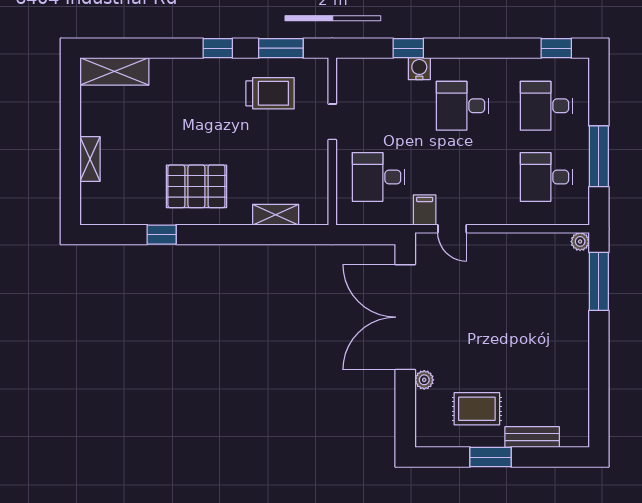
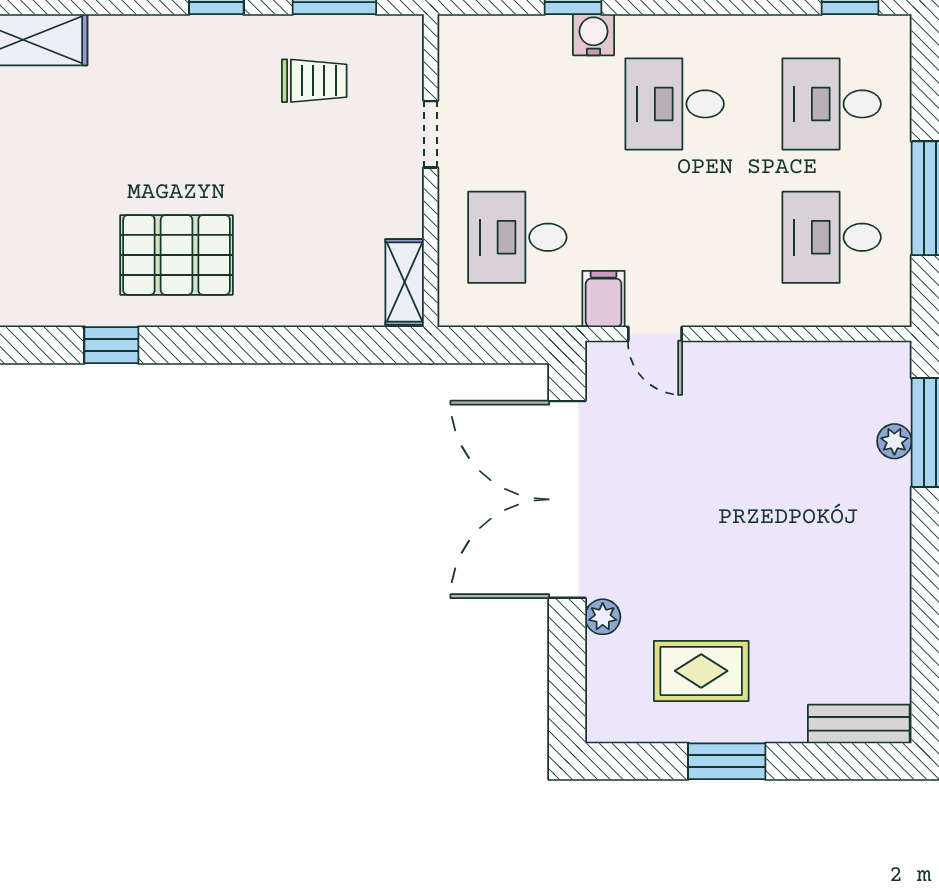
trolley: (270, 93) -> (314, 81), width x0.73, depth x0.72
shelving: (276, 215) -> (405, 282), moved, turned 90
plant: (580, 241) -> (894, 441), moved
bench: (532, 437) -> (859, 724), moved

